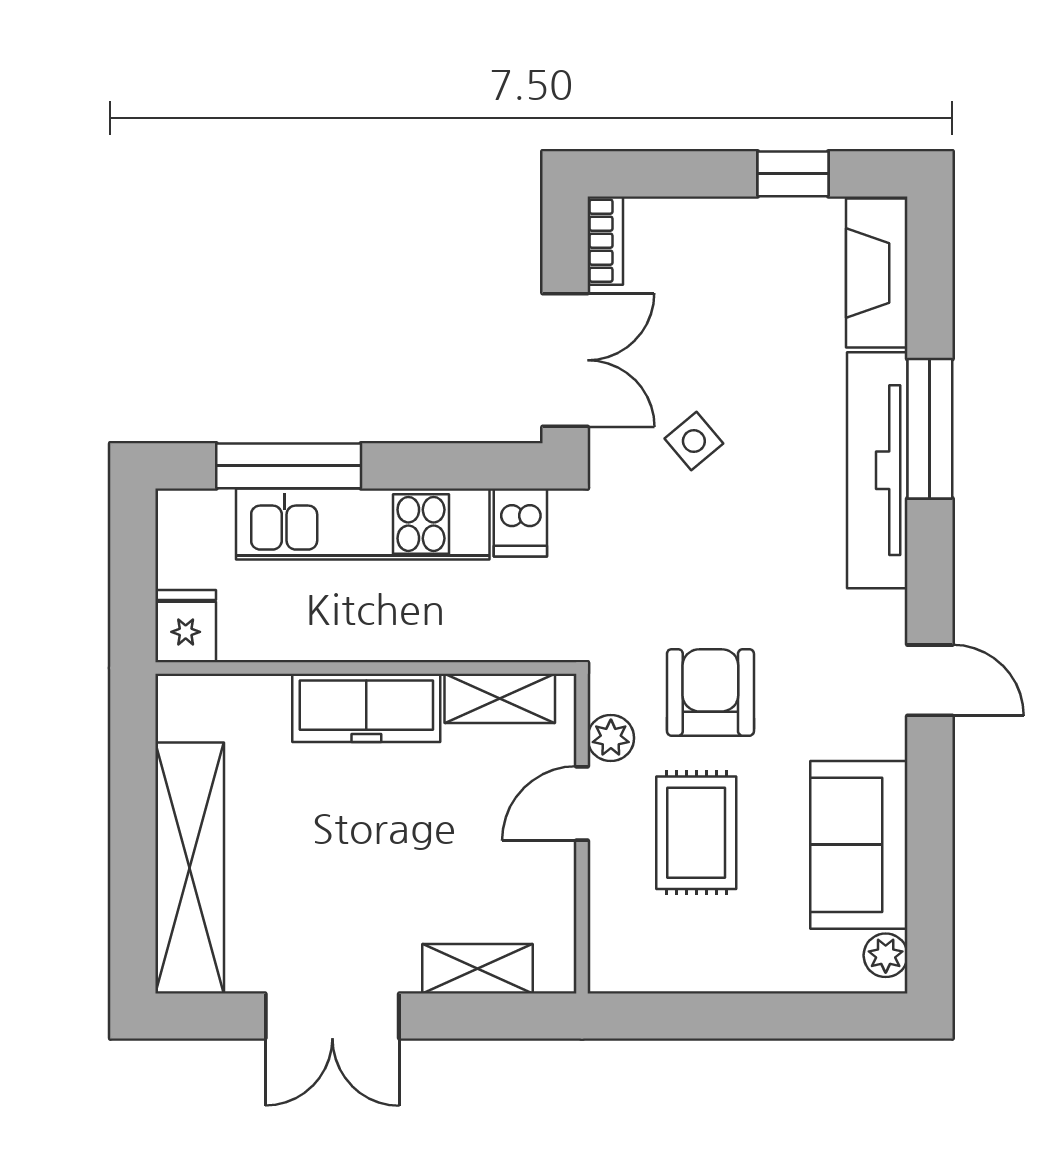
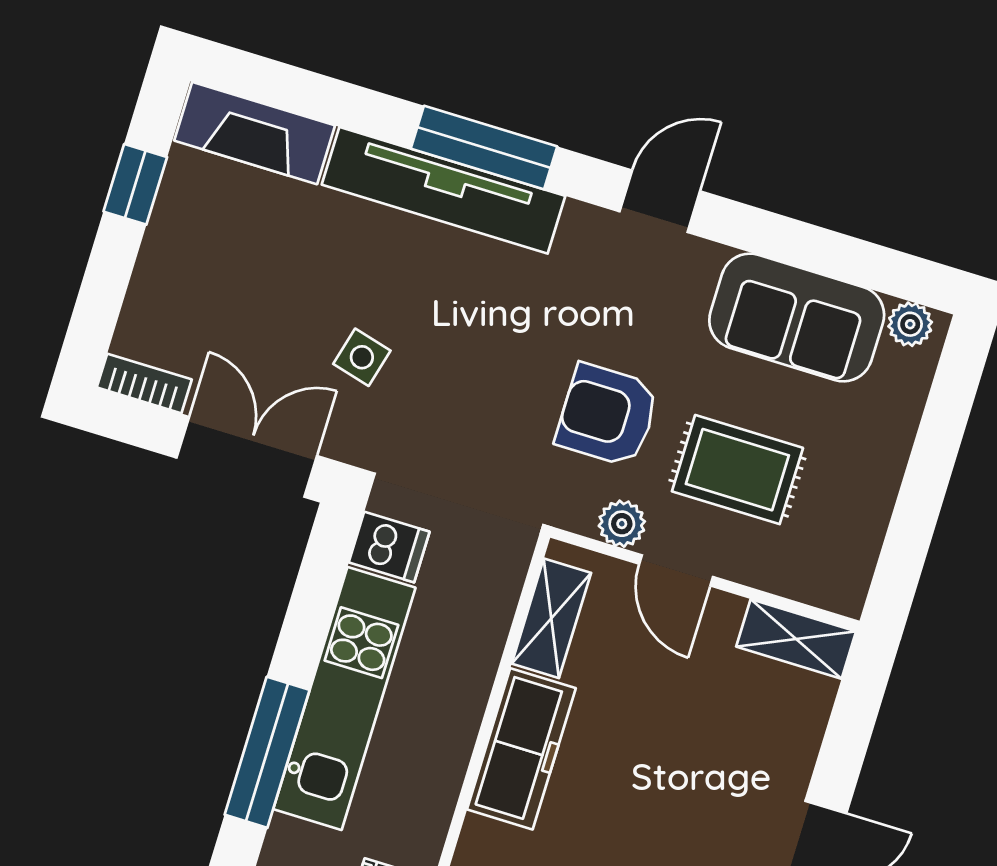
window: (930, 429) -> (484, 148), moved
side table: (694, 441) -> (362, 357), turned -35
shelving: (478, 969) -> (796, 639), moved, turned 90

